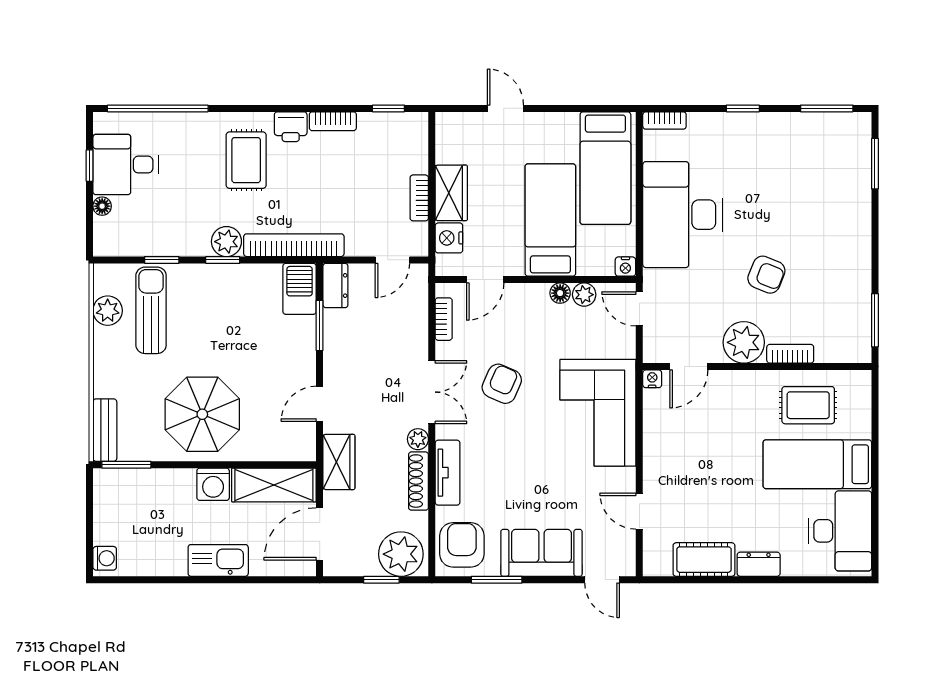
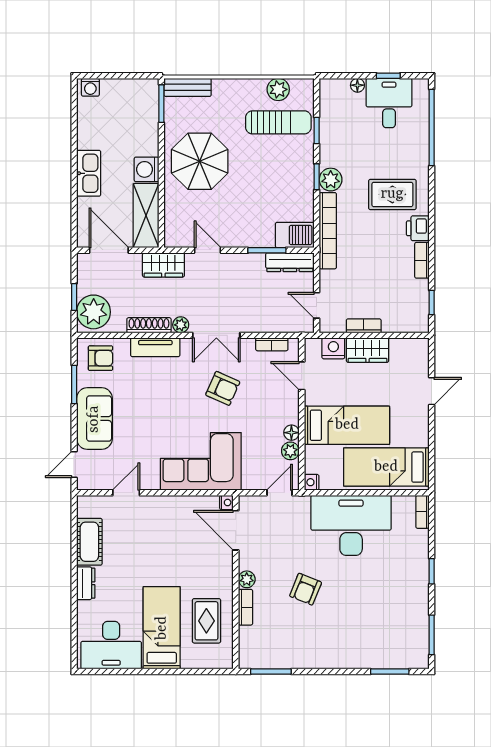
dresser: (335, 286) -> (290, 262), width x1.44
plant: (744, 342) -> (247, 579), width x0.53, depth x0.53
door: (689, 367) -> (236, 530), width x1.38
armchair: (462, 545) -> (101, 358), width x0.72, depth x0.72

